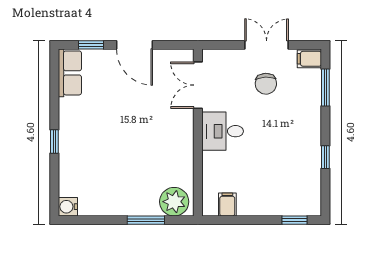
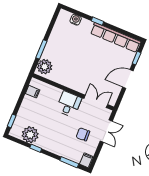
double door: (267, 45) -> (106, 131), moved
row of seats: (70, 73) -> (116, 37), width x2.02
plant: (305, 177) -> (30, 135), added
water cooler: (68, 207) -> (76, 20), moved

